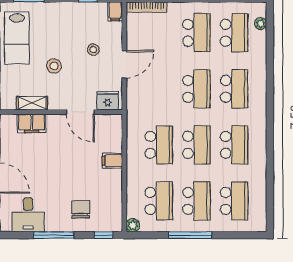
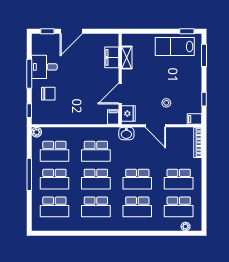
stool: (54, 66) -> (154, 74), removed
washbasin: (135, 104) -> (126, 134), added
filing cabinet: (112, 161) -> (113, 117), moved
desk: (28, 215) -> (44, 67), moved

